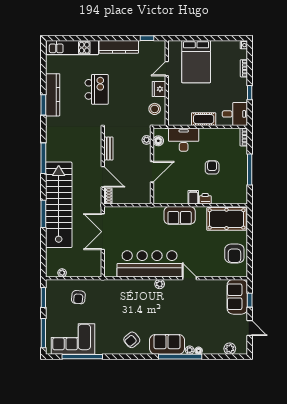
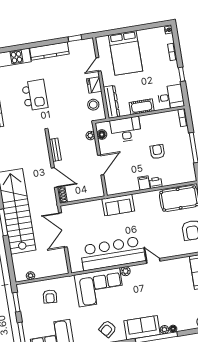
dresser: (174, 109) -> (112, 102), added
sofa: (180, 215) -> (118, 205), moved
corner sofa: (130, 296) -> (99, 287), added

